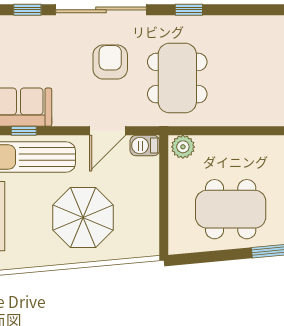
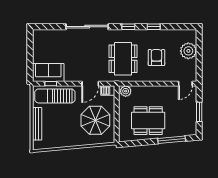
window: (27, 10) -> (154, 27), moved
armchair: (110, 62) -> (156, 58), moved
parasol: (83, 217) -> (95, 120), moved

